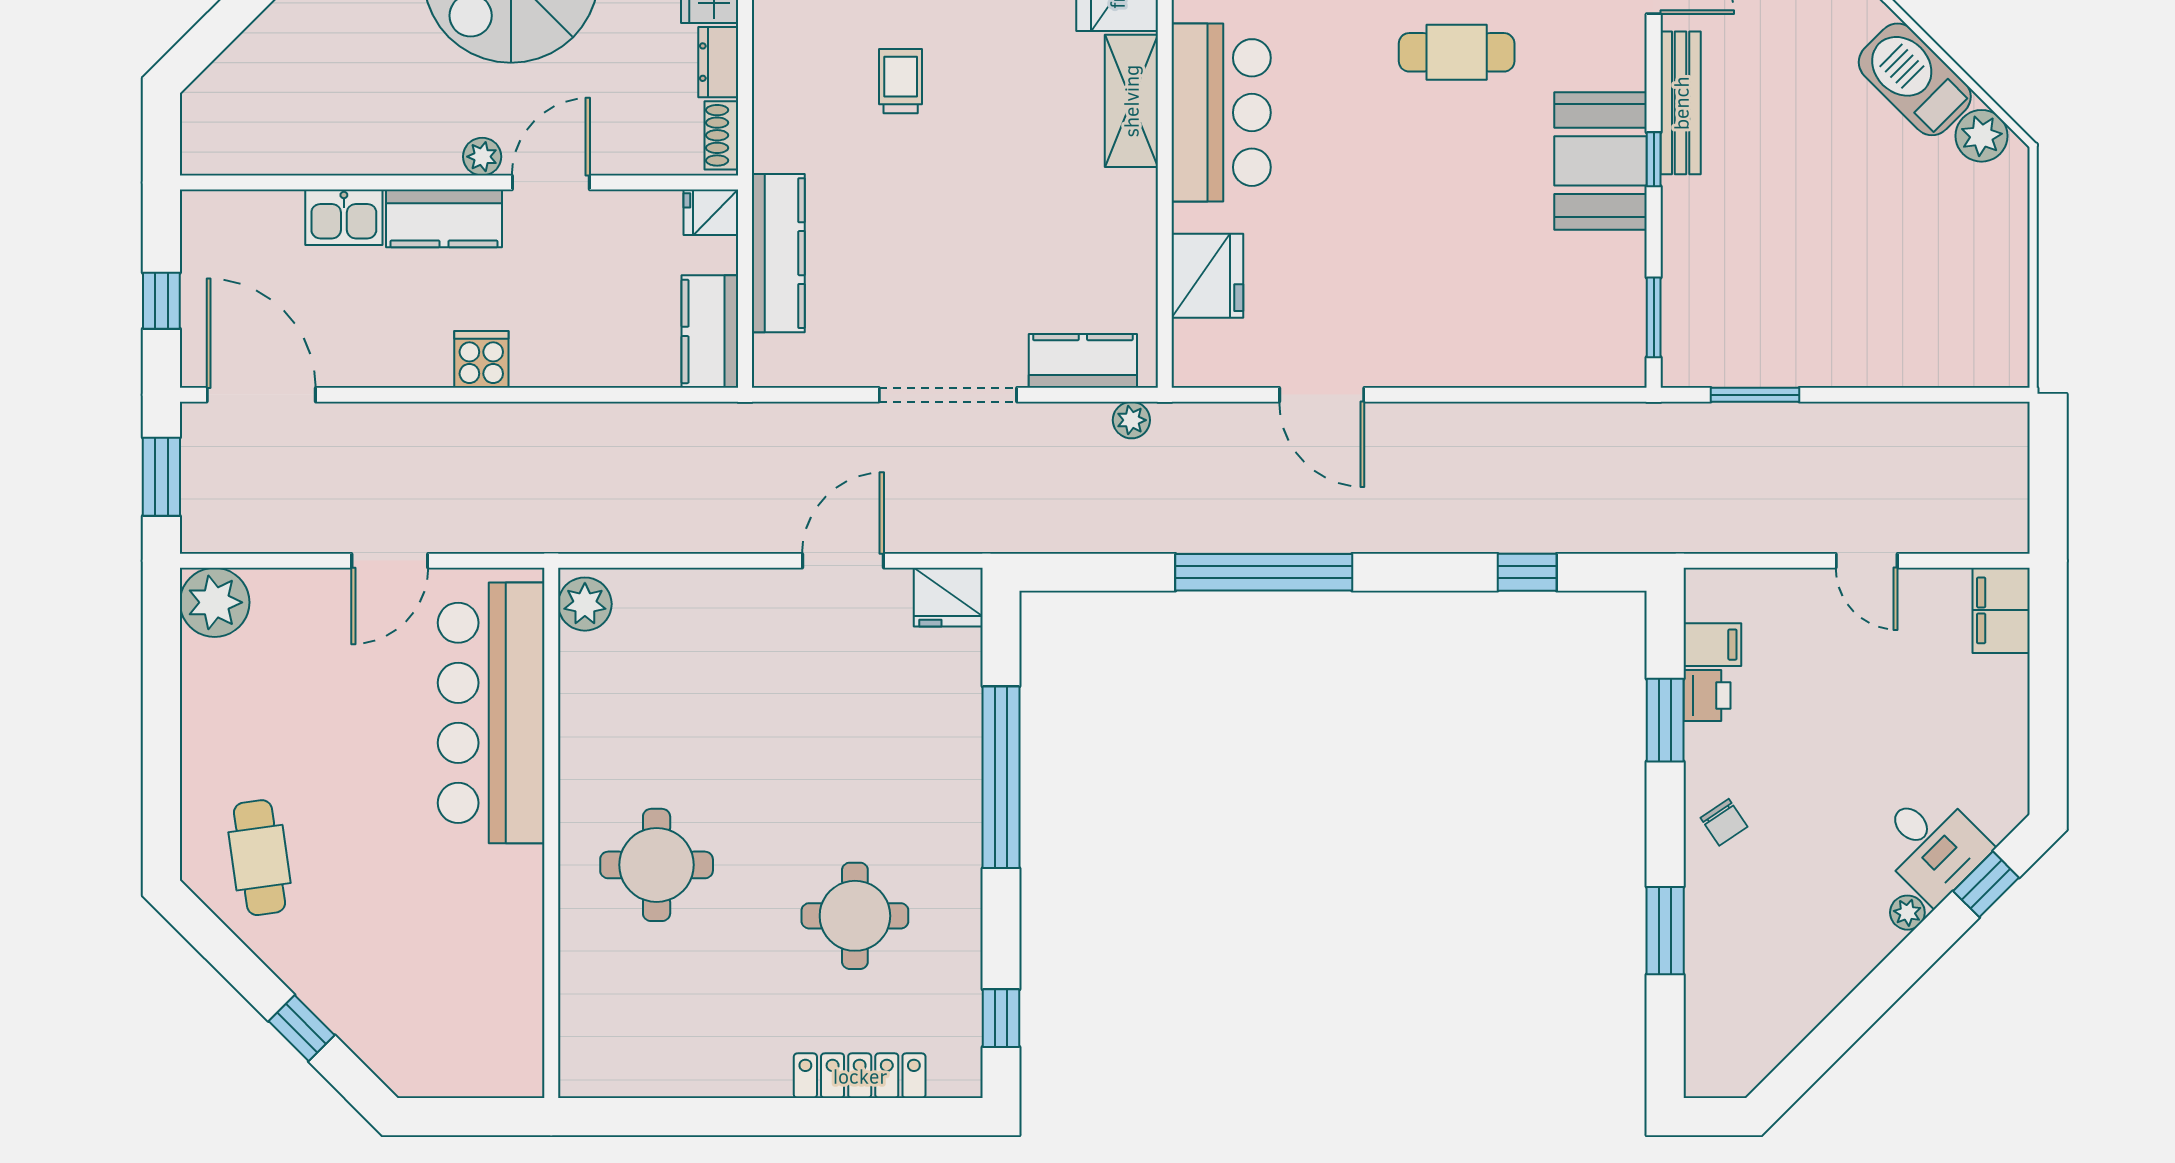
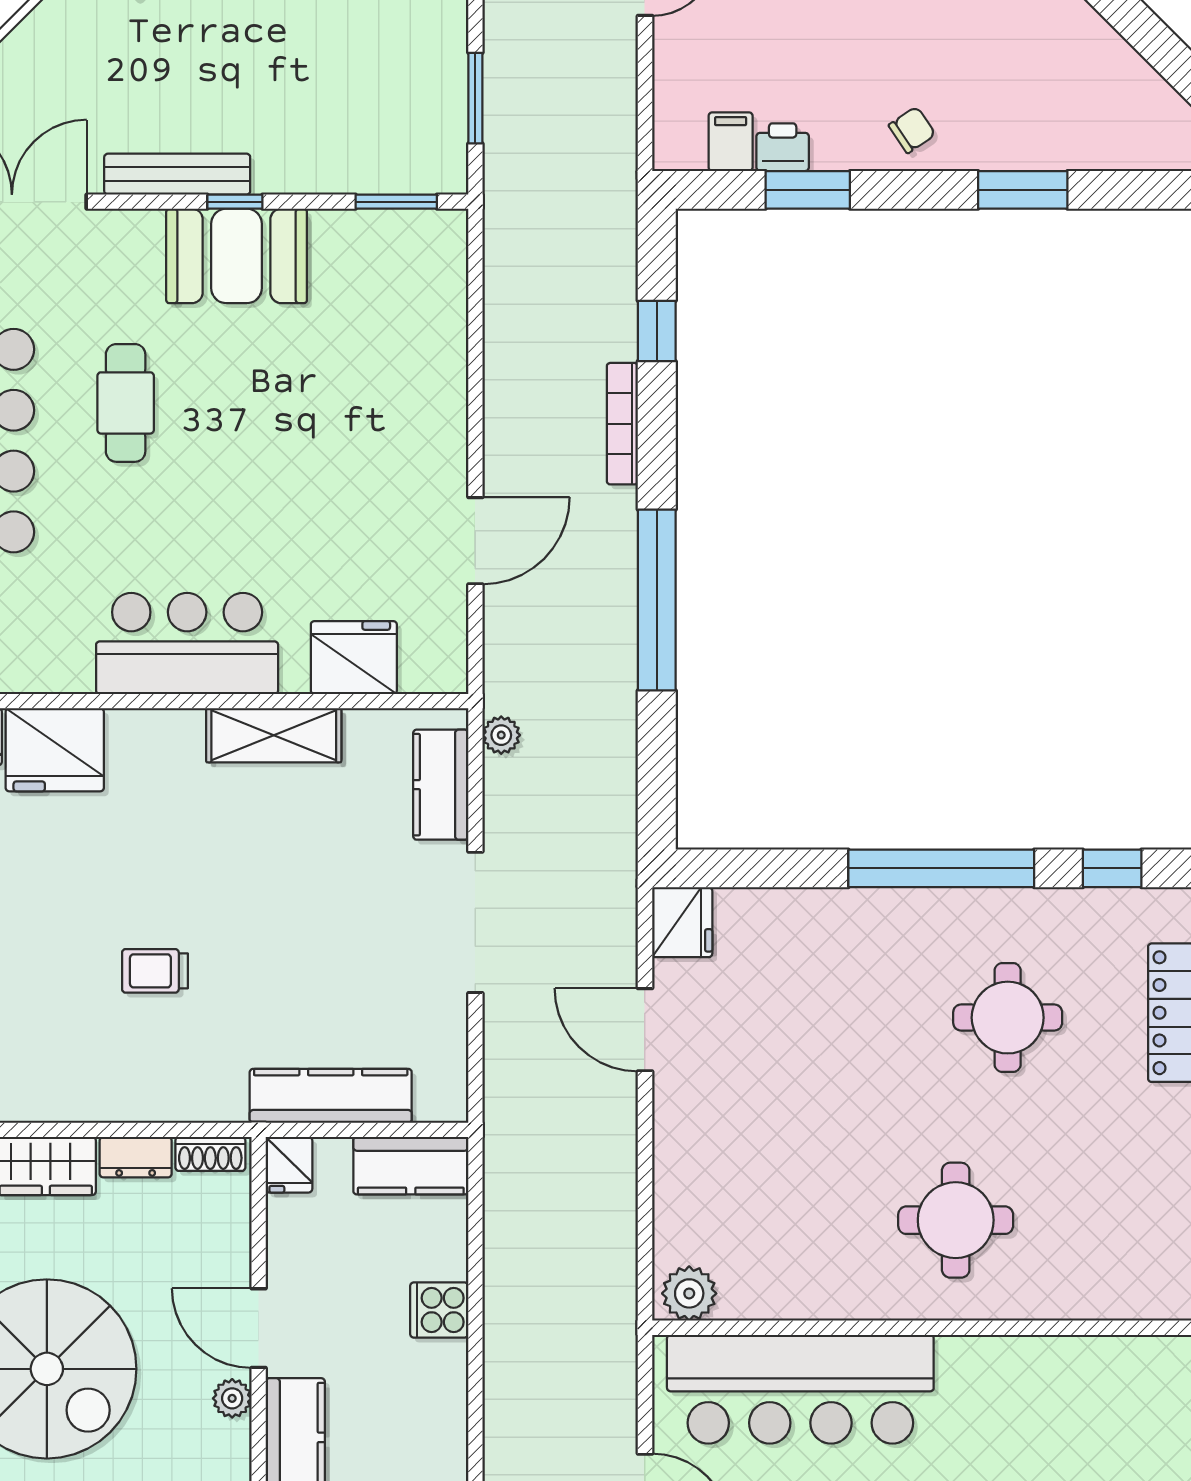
shelving: (1131, 101) -> (274, 735), moved
cooker: (481, 359) -> (439, 1310), moved
bookcase: (1436, 539) -> (622, 424), added
window: (1001, 777) -> (941, 868), moved

